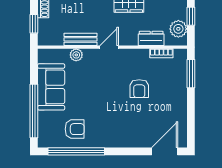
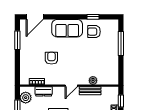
window: (191, 74) -> (17, 40), moved
sofa: (51, 87) -> (67, 28), moved, turned -90
window: (34, 111) -> (121, 43), width x0.68
window: (76, 151) -> (93, 17), width x0.32

